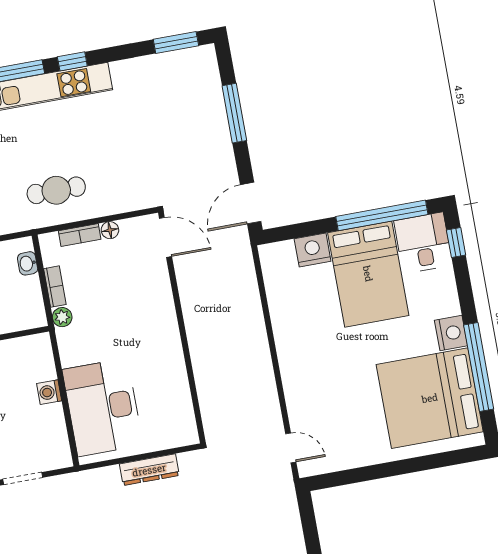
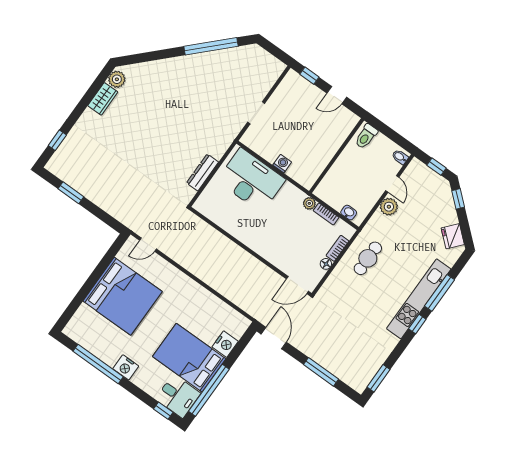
bed: (430, 398) -> (123, 296), moved, turned 90

